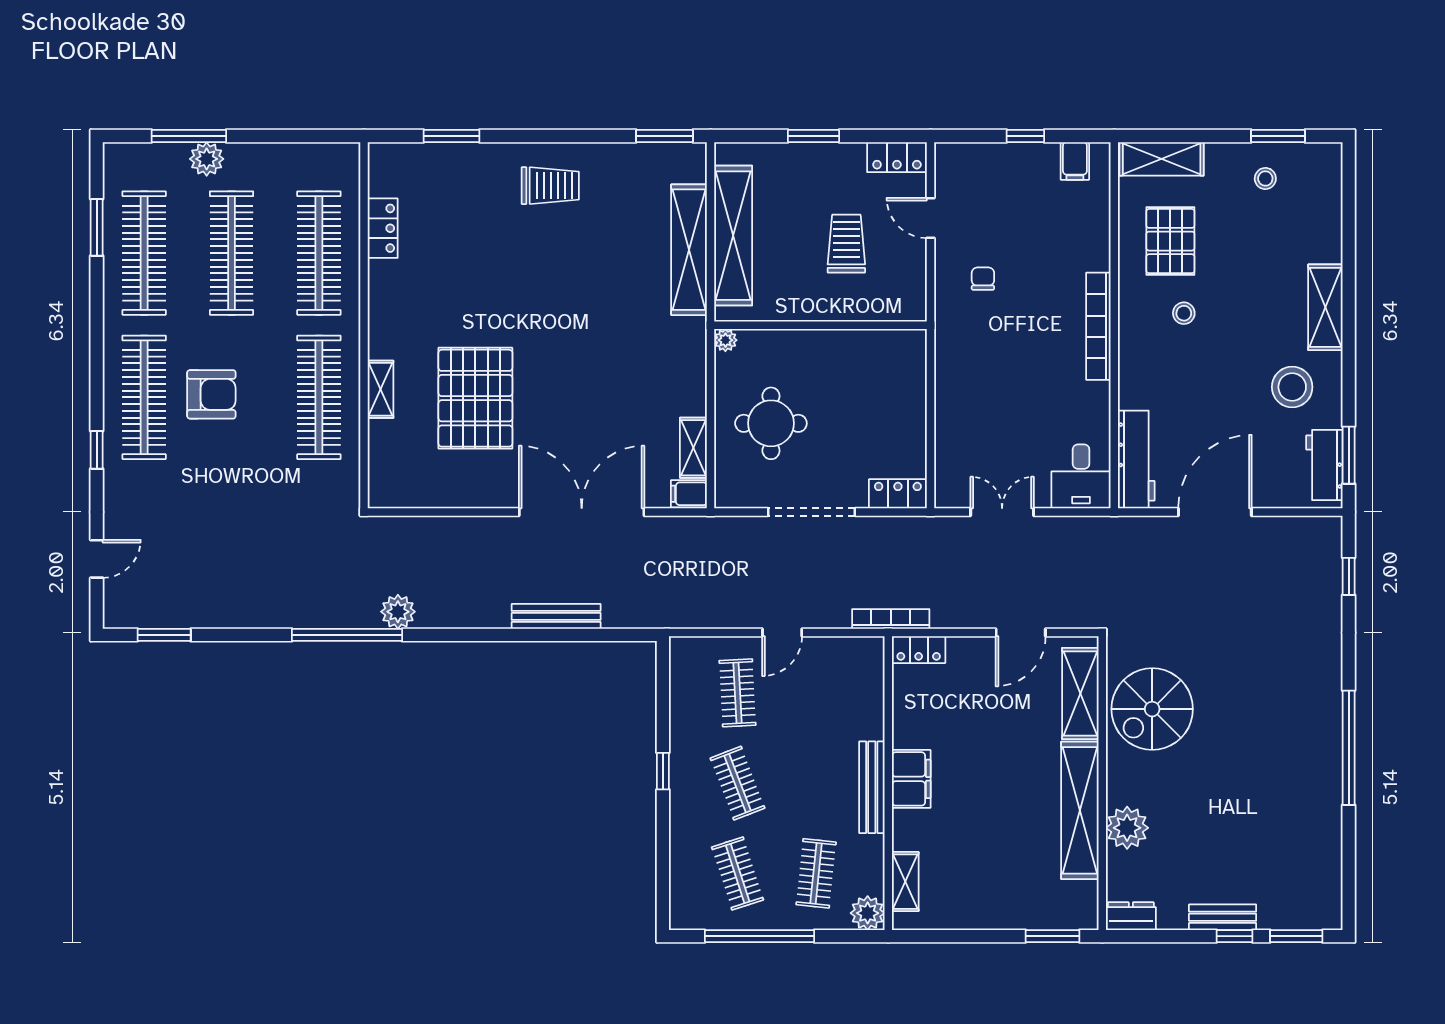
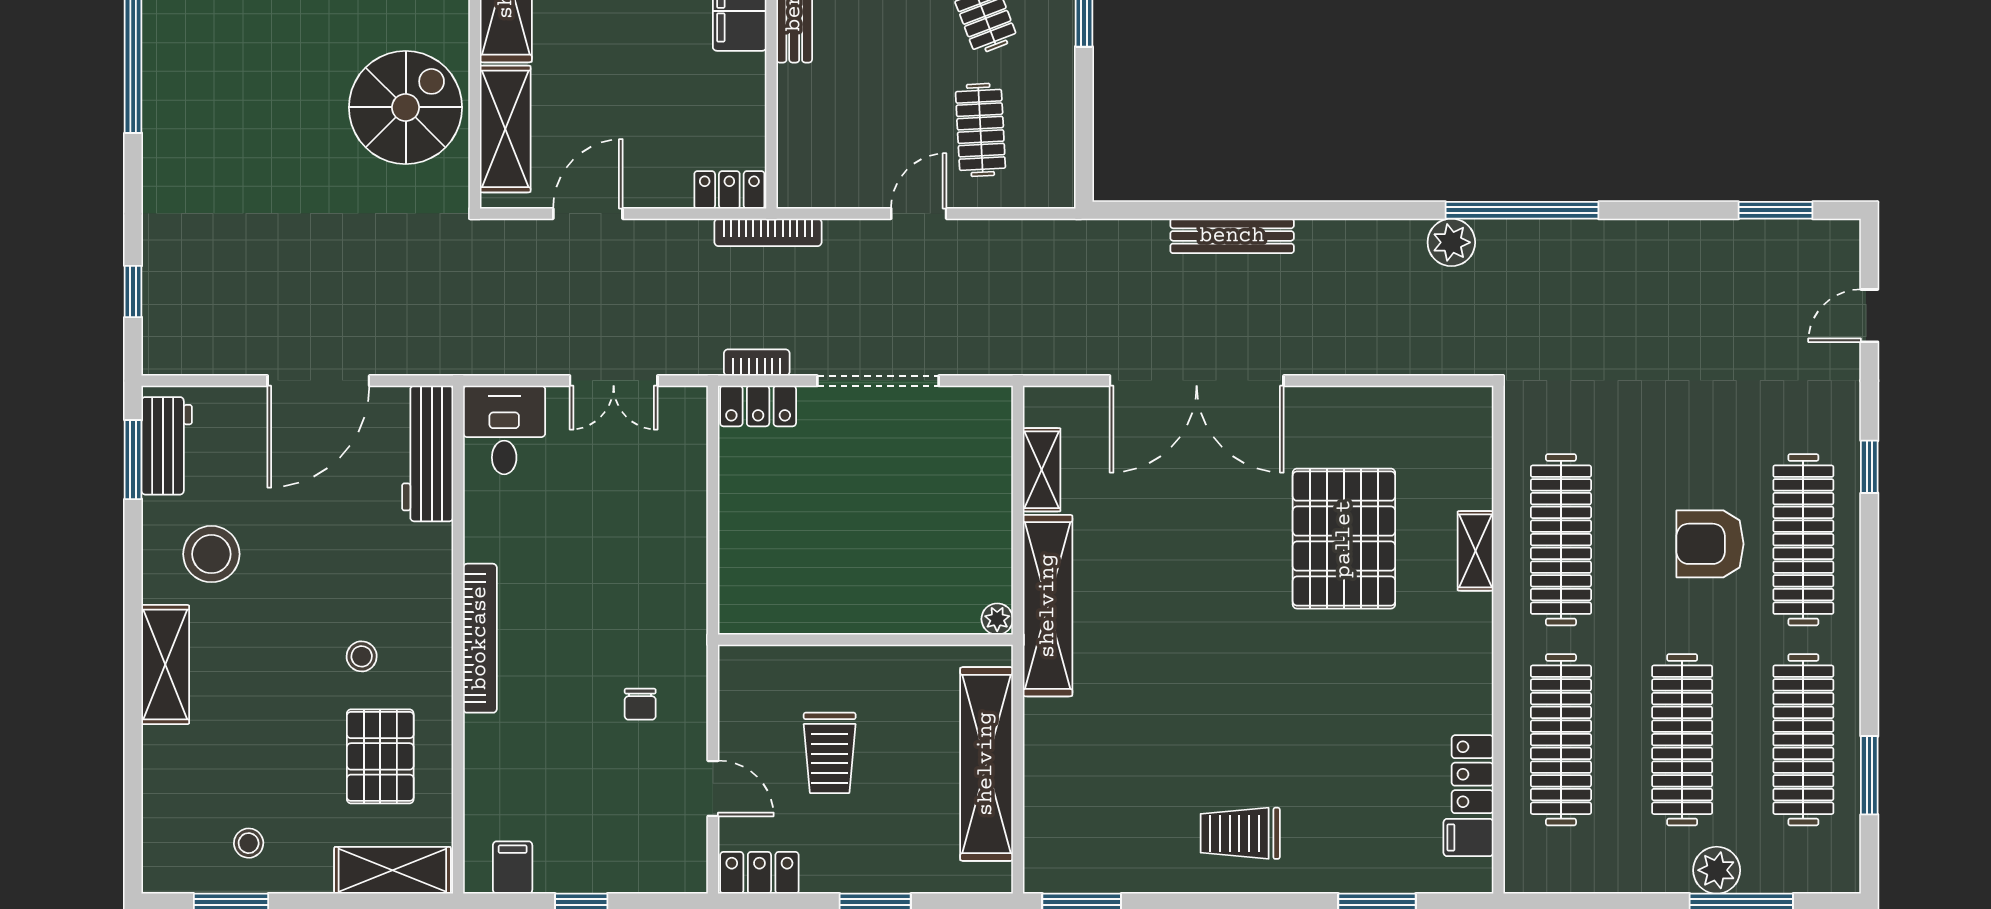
shelving: (689, 250) -> (1048, 606), moved
round table: (771, 423) -> (934, 504), removed
filing cabinet: (689, 494) -> (1468, 838), moved, turned 180
bookcase: (899, 525) -> (757, 363), added

